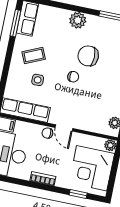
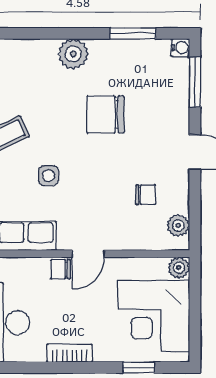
chair: (73, 77) -> (146, 195), moved
side table: (38, 80) -> (49, 176), moved
door: (64, 128) -> (88, 254), hinge flipped

